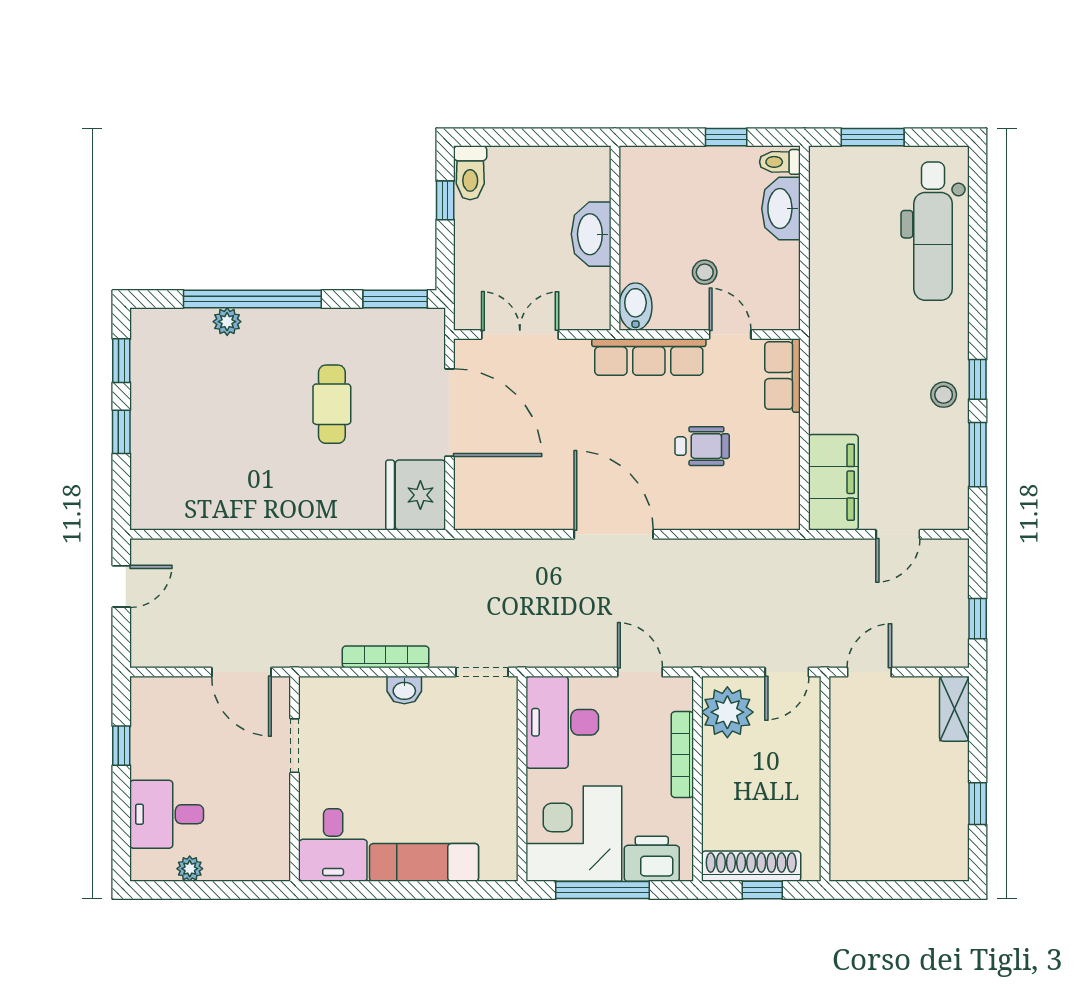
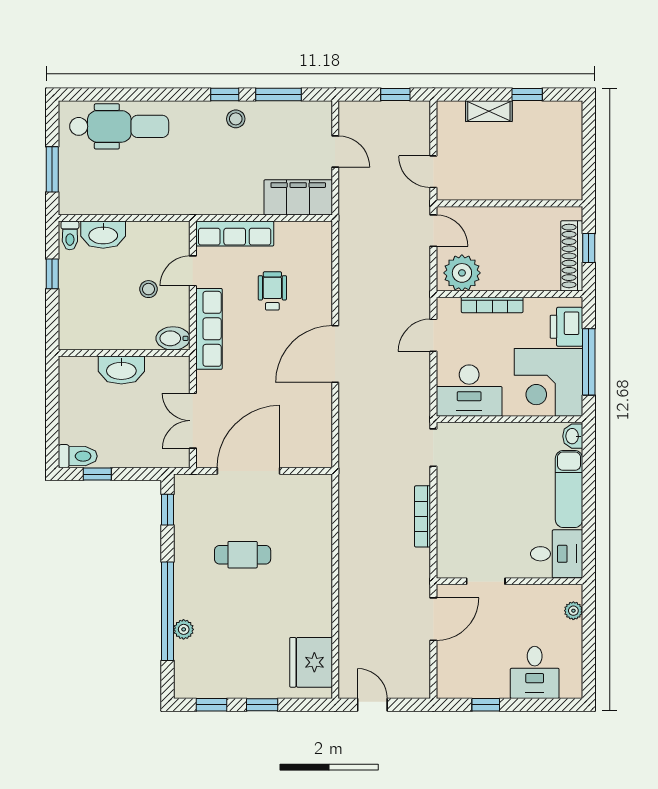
window: (395, 299) -> (168, 510), width x0.67
row of seats: (783, 376) -> (235, 234), width x1.48
fridge: (416, 495) -> (311, 662), moved, turned 90
washbasin: (404, 690) -> (573, 436), moved, turned 180
shelving: (954, 709) -> (489, 111), moved
plant: (190, 869) -> (573, 611), moved

